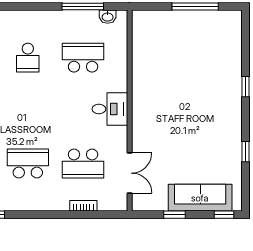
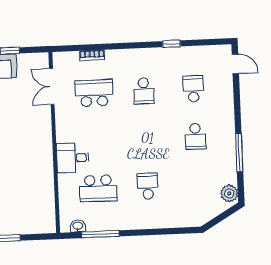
desk: (110, 109) -> (73, 158), moved
school desk: (28, 164) -> (144, 91), width x0.54

